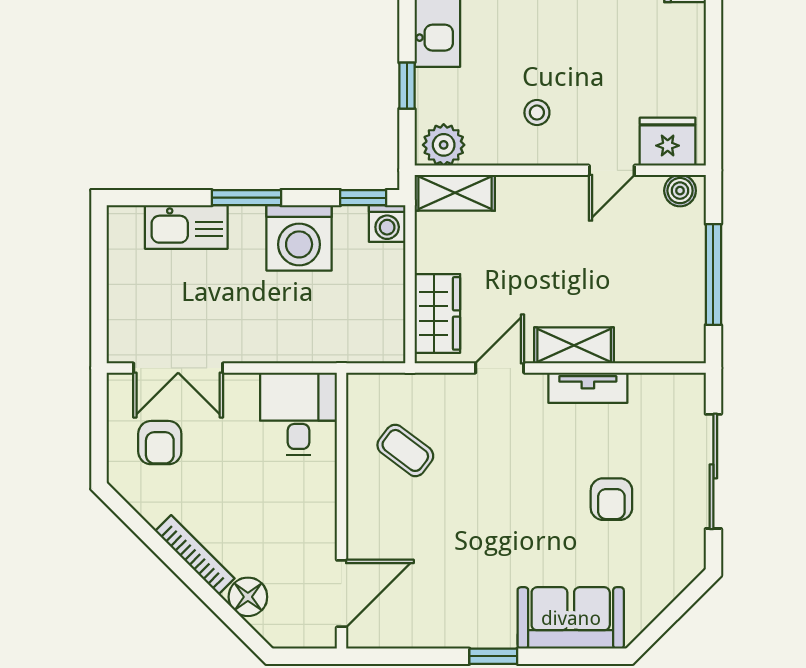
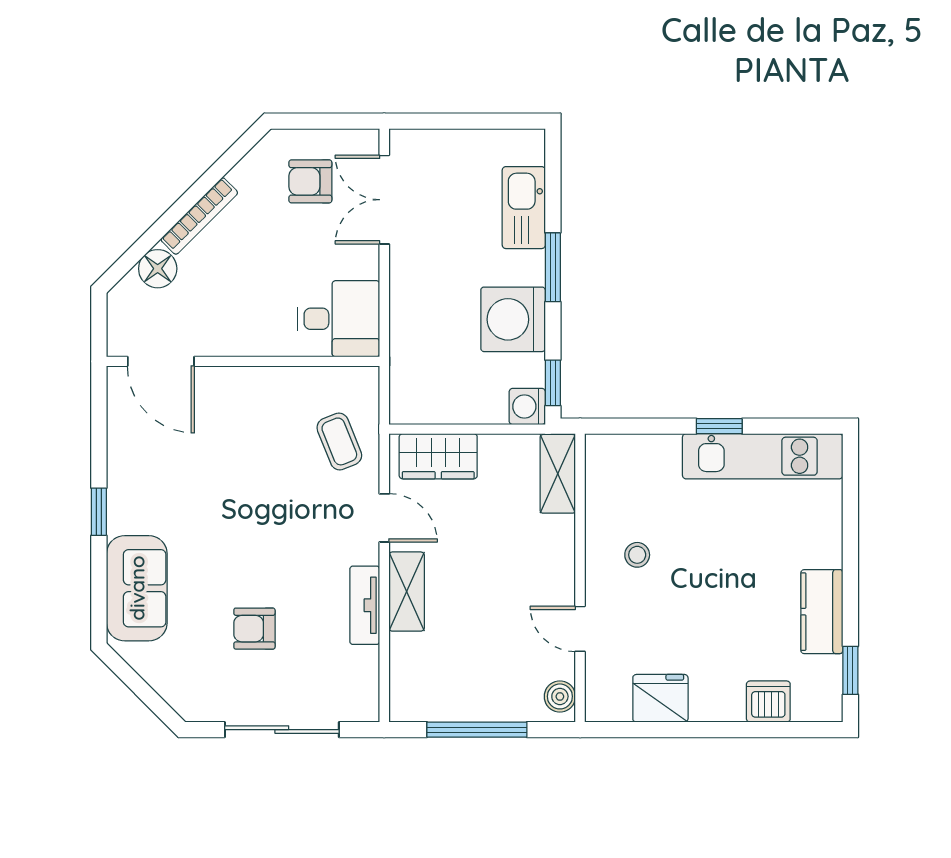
window: (407, 86) -> (719, 426), moved
fridge: (668, 142) -> (660, 698), moved, turned -90
plant: (444, 145) -> (605, 462), removed
coffee table: (405, 450) -> (339, 441), moved, turned -59

